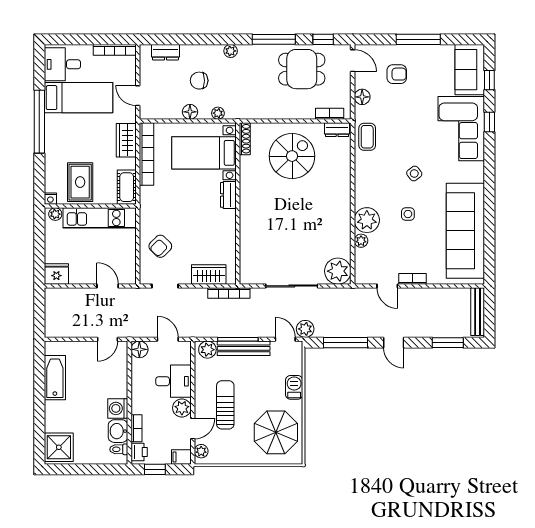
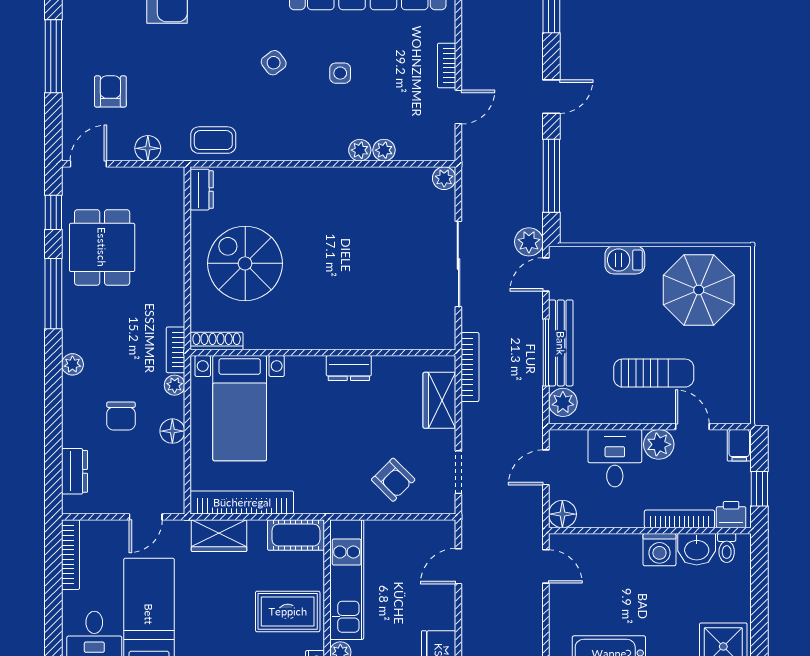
bookcase: (330, 114) -> (176, 350), moved
dresser: (228, 195) -> (349, 368), moved
plant: (367, 220) -> (360, 150), width x0.53, depth x0.53
plant: (338, 271) -> (444, 178), width x0.53, depth x0.53
sun lounger: (225, 405) -> (654, 373), turned 180
bookcase: (136, 428) -> (679, 519), width x1.56
plant: (201, 451) -> (730, 413), removed

